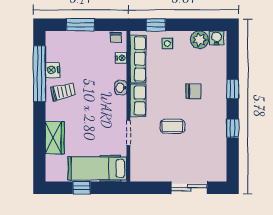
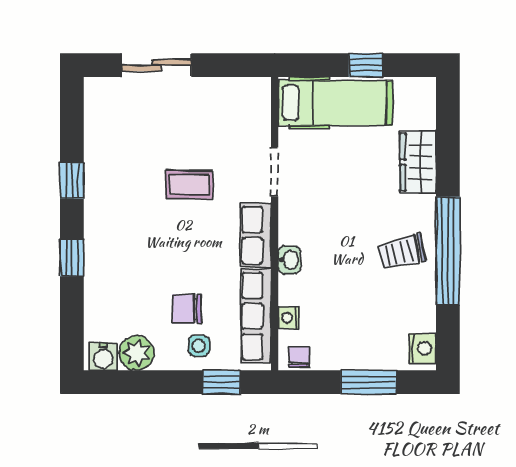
nightstand: (52, 70) -> (422, 348), moved
window: (39, 74) -> (448, 251), moved
chair: (193, 91) -> (187, 309), moved

